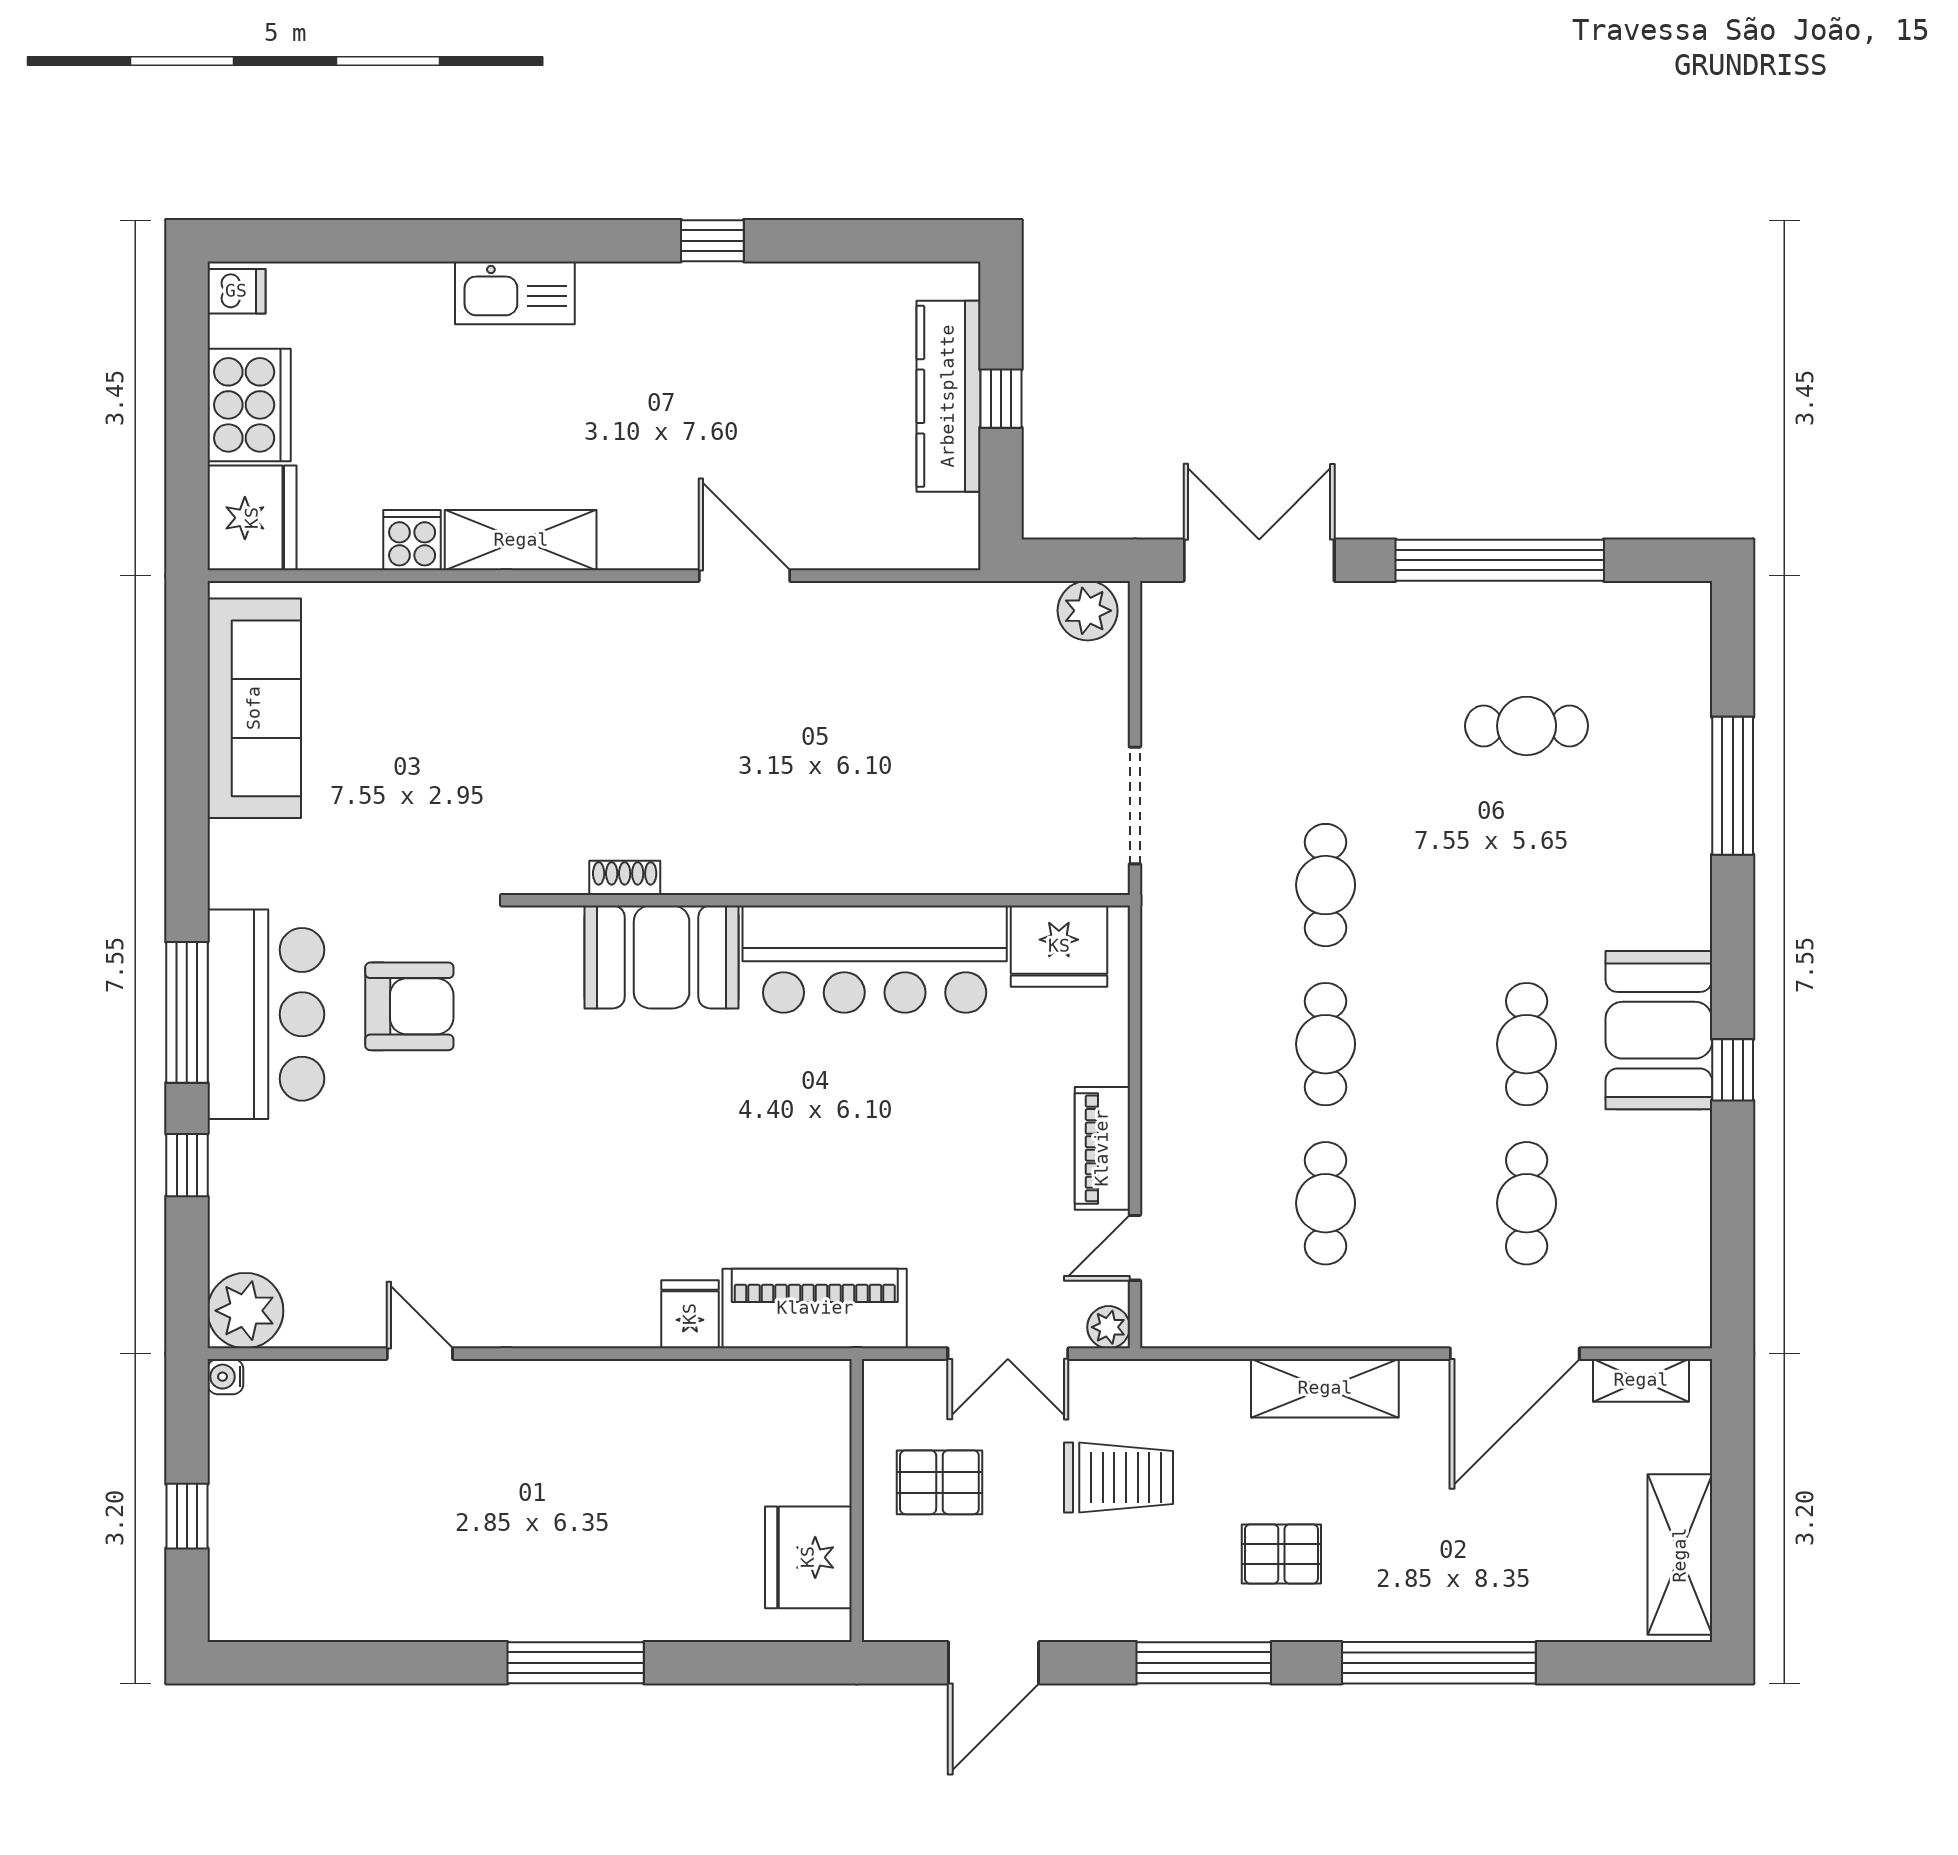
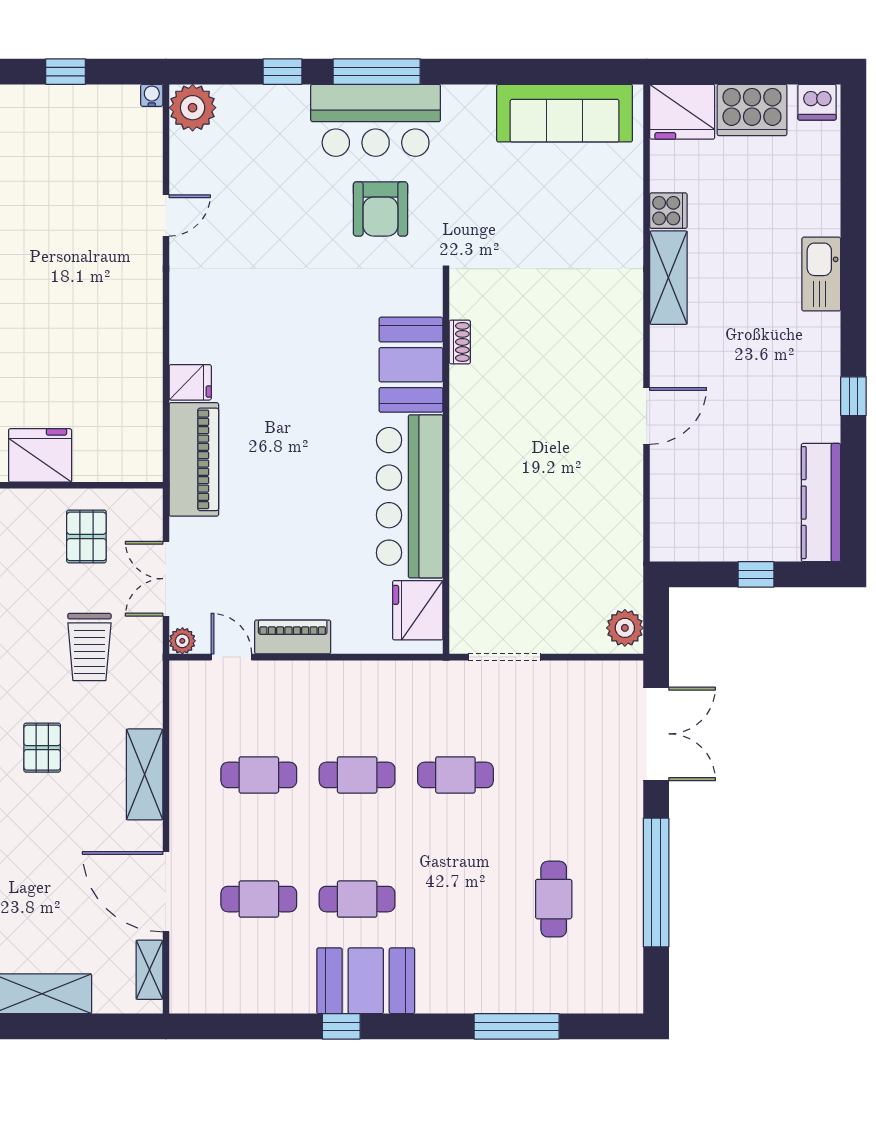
dishwasher: (236, 291) -> (817, 102), width x1.38
kitchen counter: (948, 396) -> (821, 503), moved, turned -90

